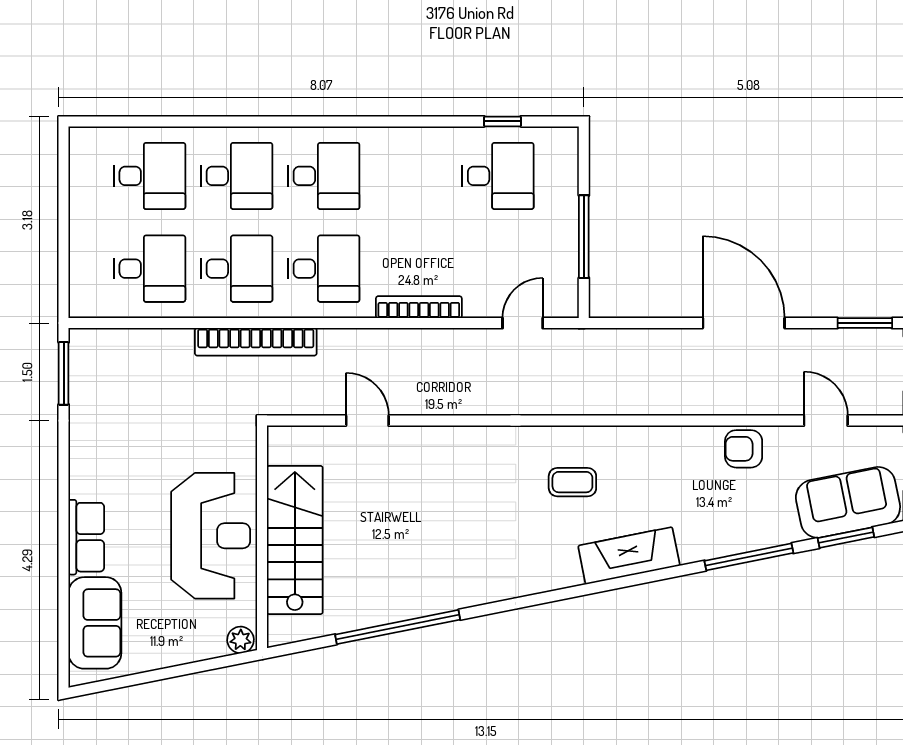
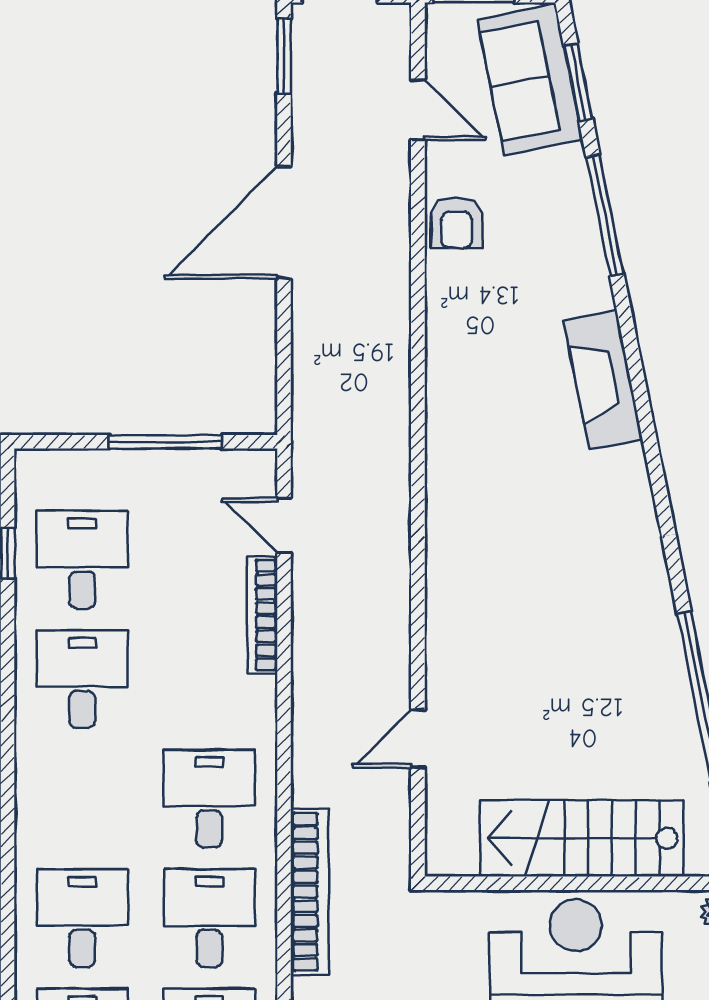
desk: (324, 176) -> (82, 679), moved
bookcase: (419, 307) -> (262, 615), moved
door: (826, 421) -> (418, 110), swing flipped
coffee table: (572, 482) -> (502, 457), removed

